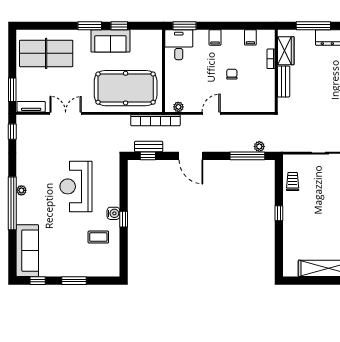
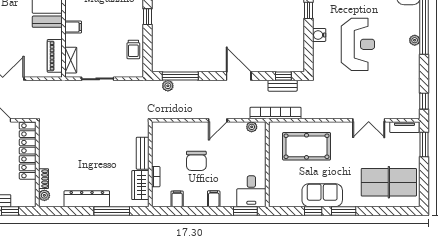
chair: (232, 74) -> (196, 161), width x1.87, depth x1.87
pool table: (126, 88) -> (307, 146), width x0.73, depth x0.76
water cooler: (113, 213) -> (319, 35), moved

